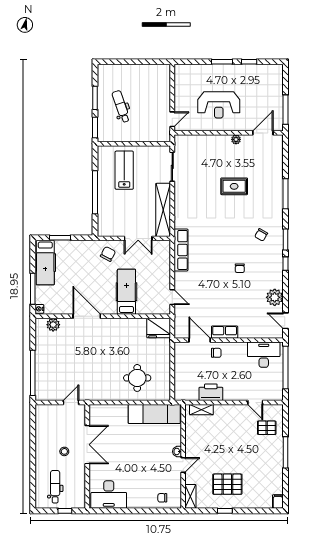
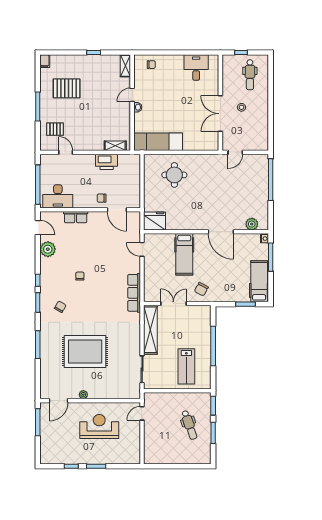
rug: (234, 186) -> (85, 351), width x1.86, depth x2.06
row of seats: (225, 332) -> (76, 217), moved
pallet: (227, 484) -> (67, 88), moved
desk: (109, 495) -> (196, 68), width x0.73

